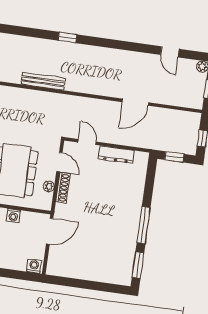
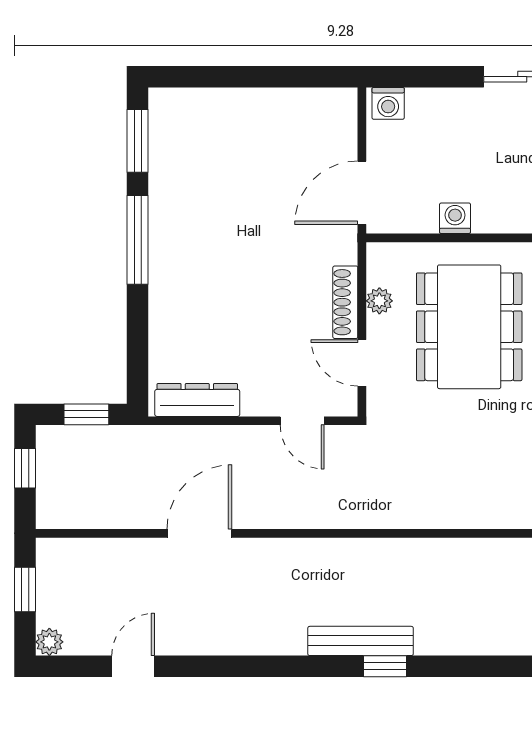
door: (170, 52) -> (133, 666), hinge flipped
bench: (43, 81) -> (361, 641), moved
dresser: (116, 155) -> (197, 400), moved

